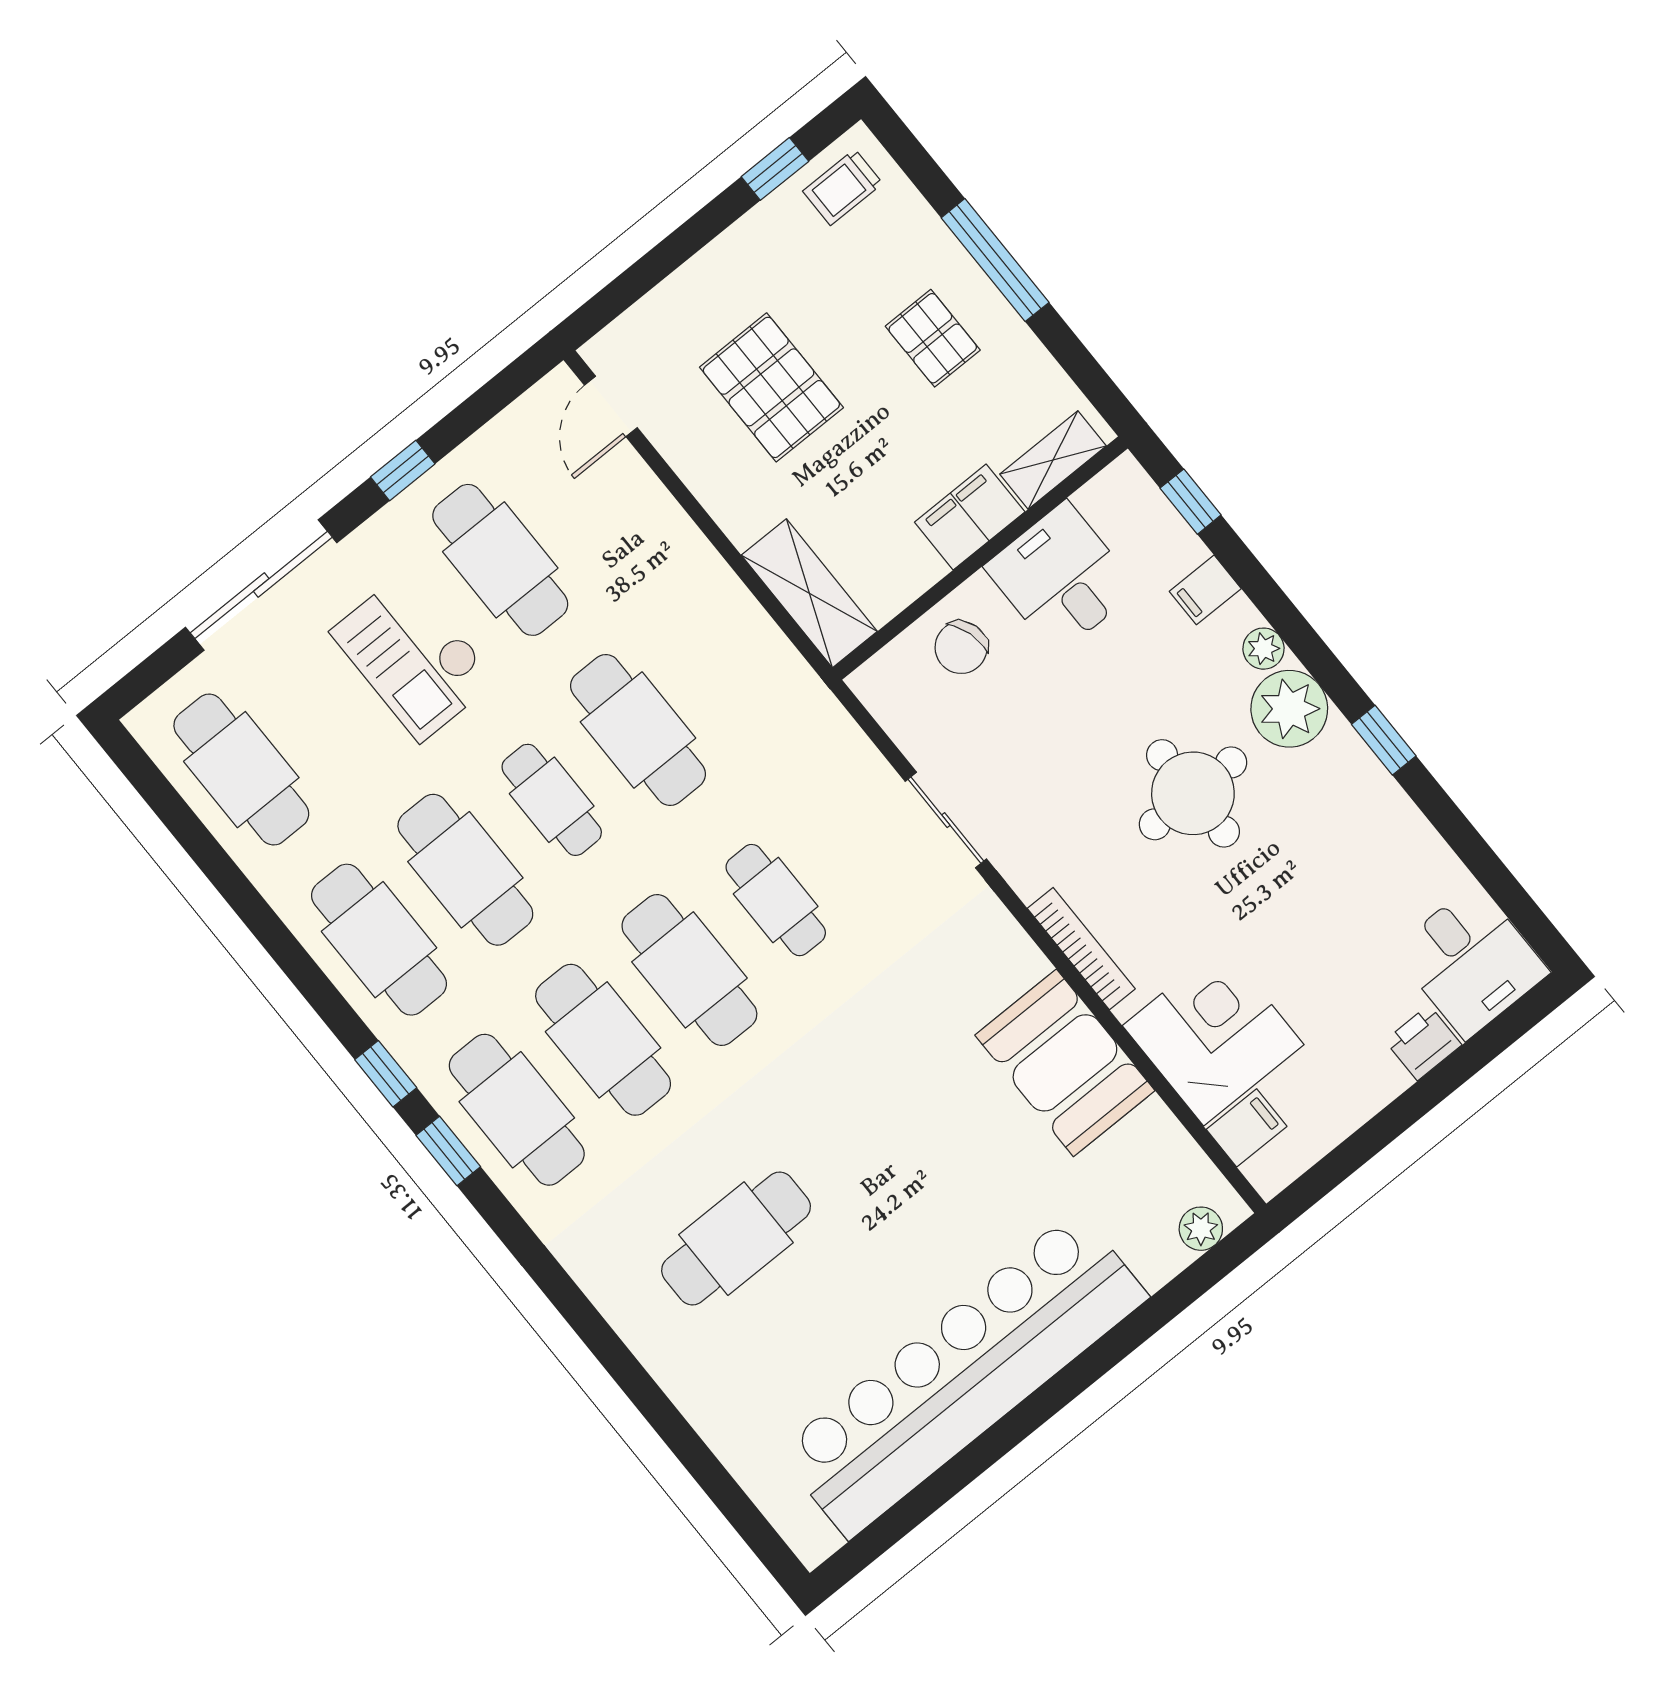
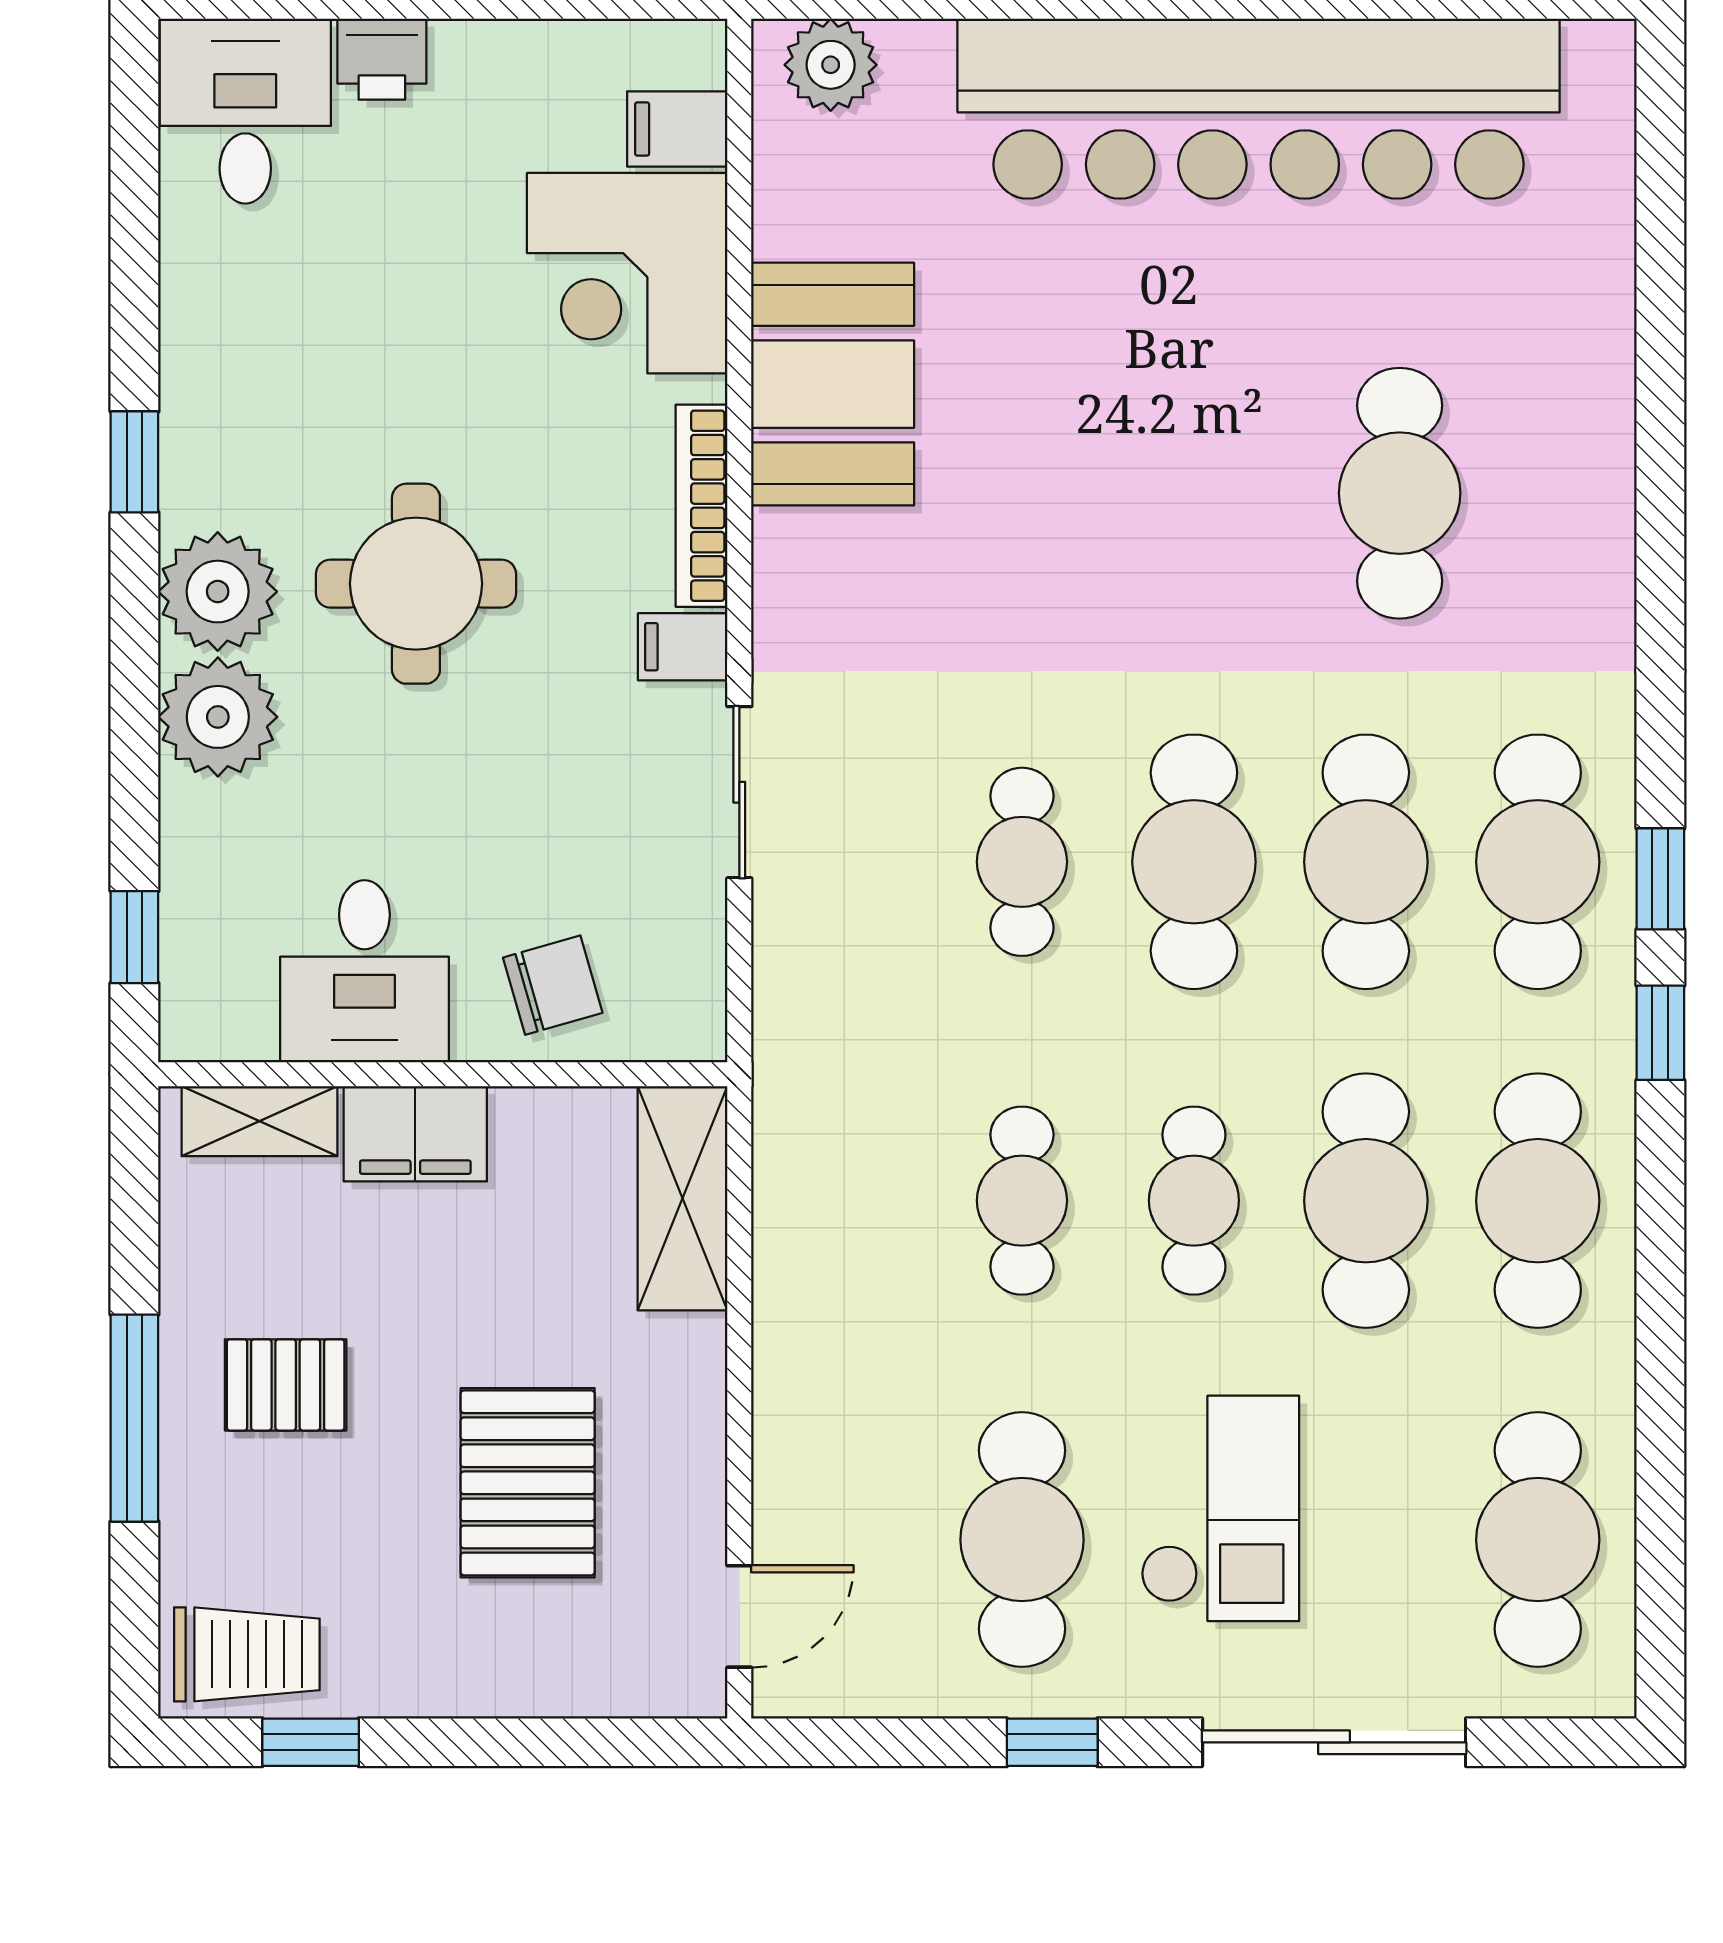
trolley: (843, 187) -> (247, 1654), width x1.36, depth x1.39
pallet: (933, 338) -> (286, 1385), turned 90
filing cabinet: (1205, 590) -> (683, 647), moved, turned 180
plant: (1264, 649) -> (218, 717), width x1.88, depth x1.88
cafe table: (638, 730) -> (1022, 1201), width x0.73, depth x0.74
plant: (1201, 1229) -> (831, 65), width x1.38, depth x1.38
cafe table: (736, 1239) -> (1400, 493), turned 90

